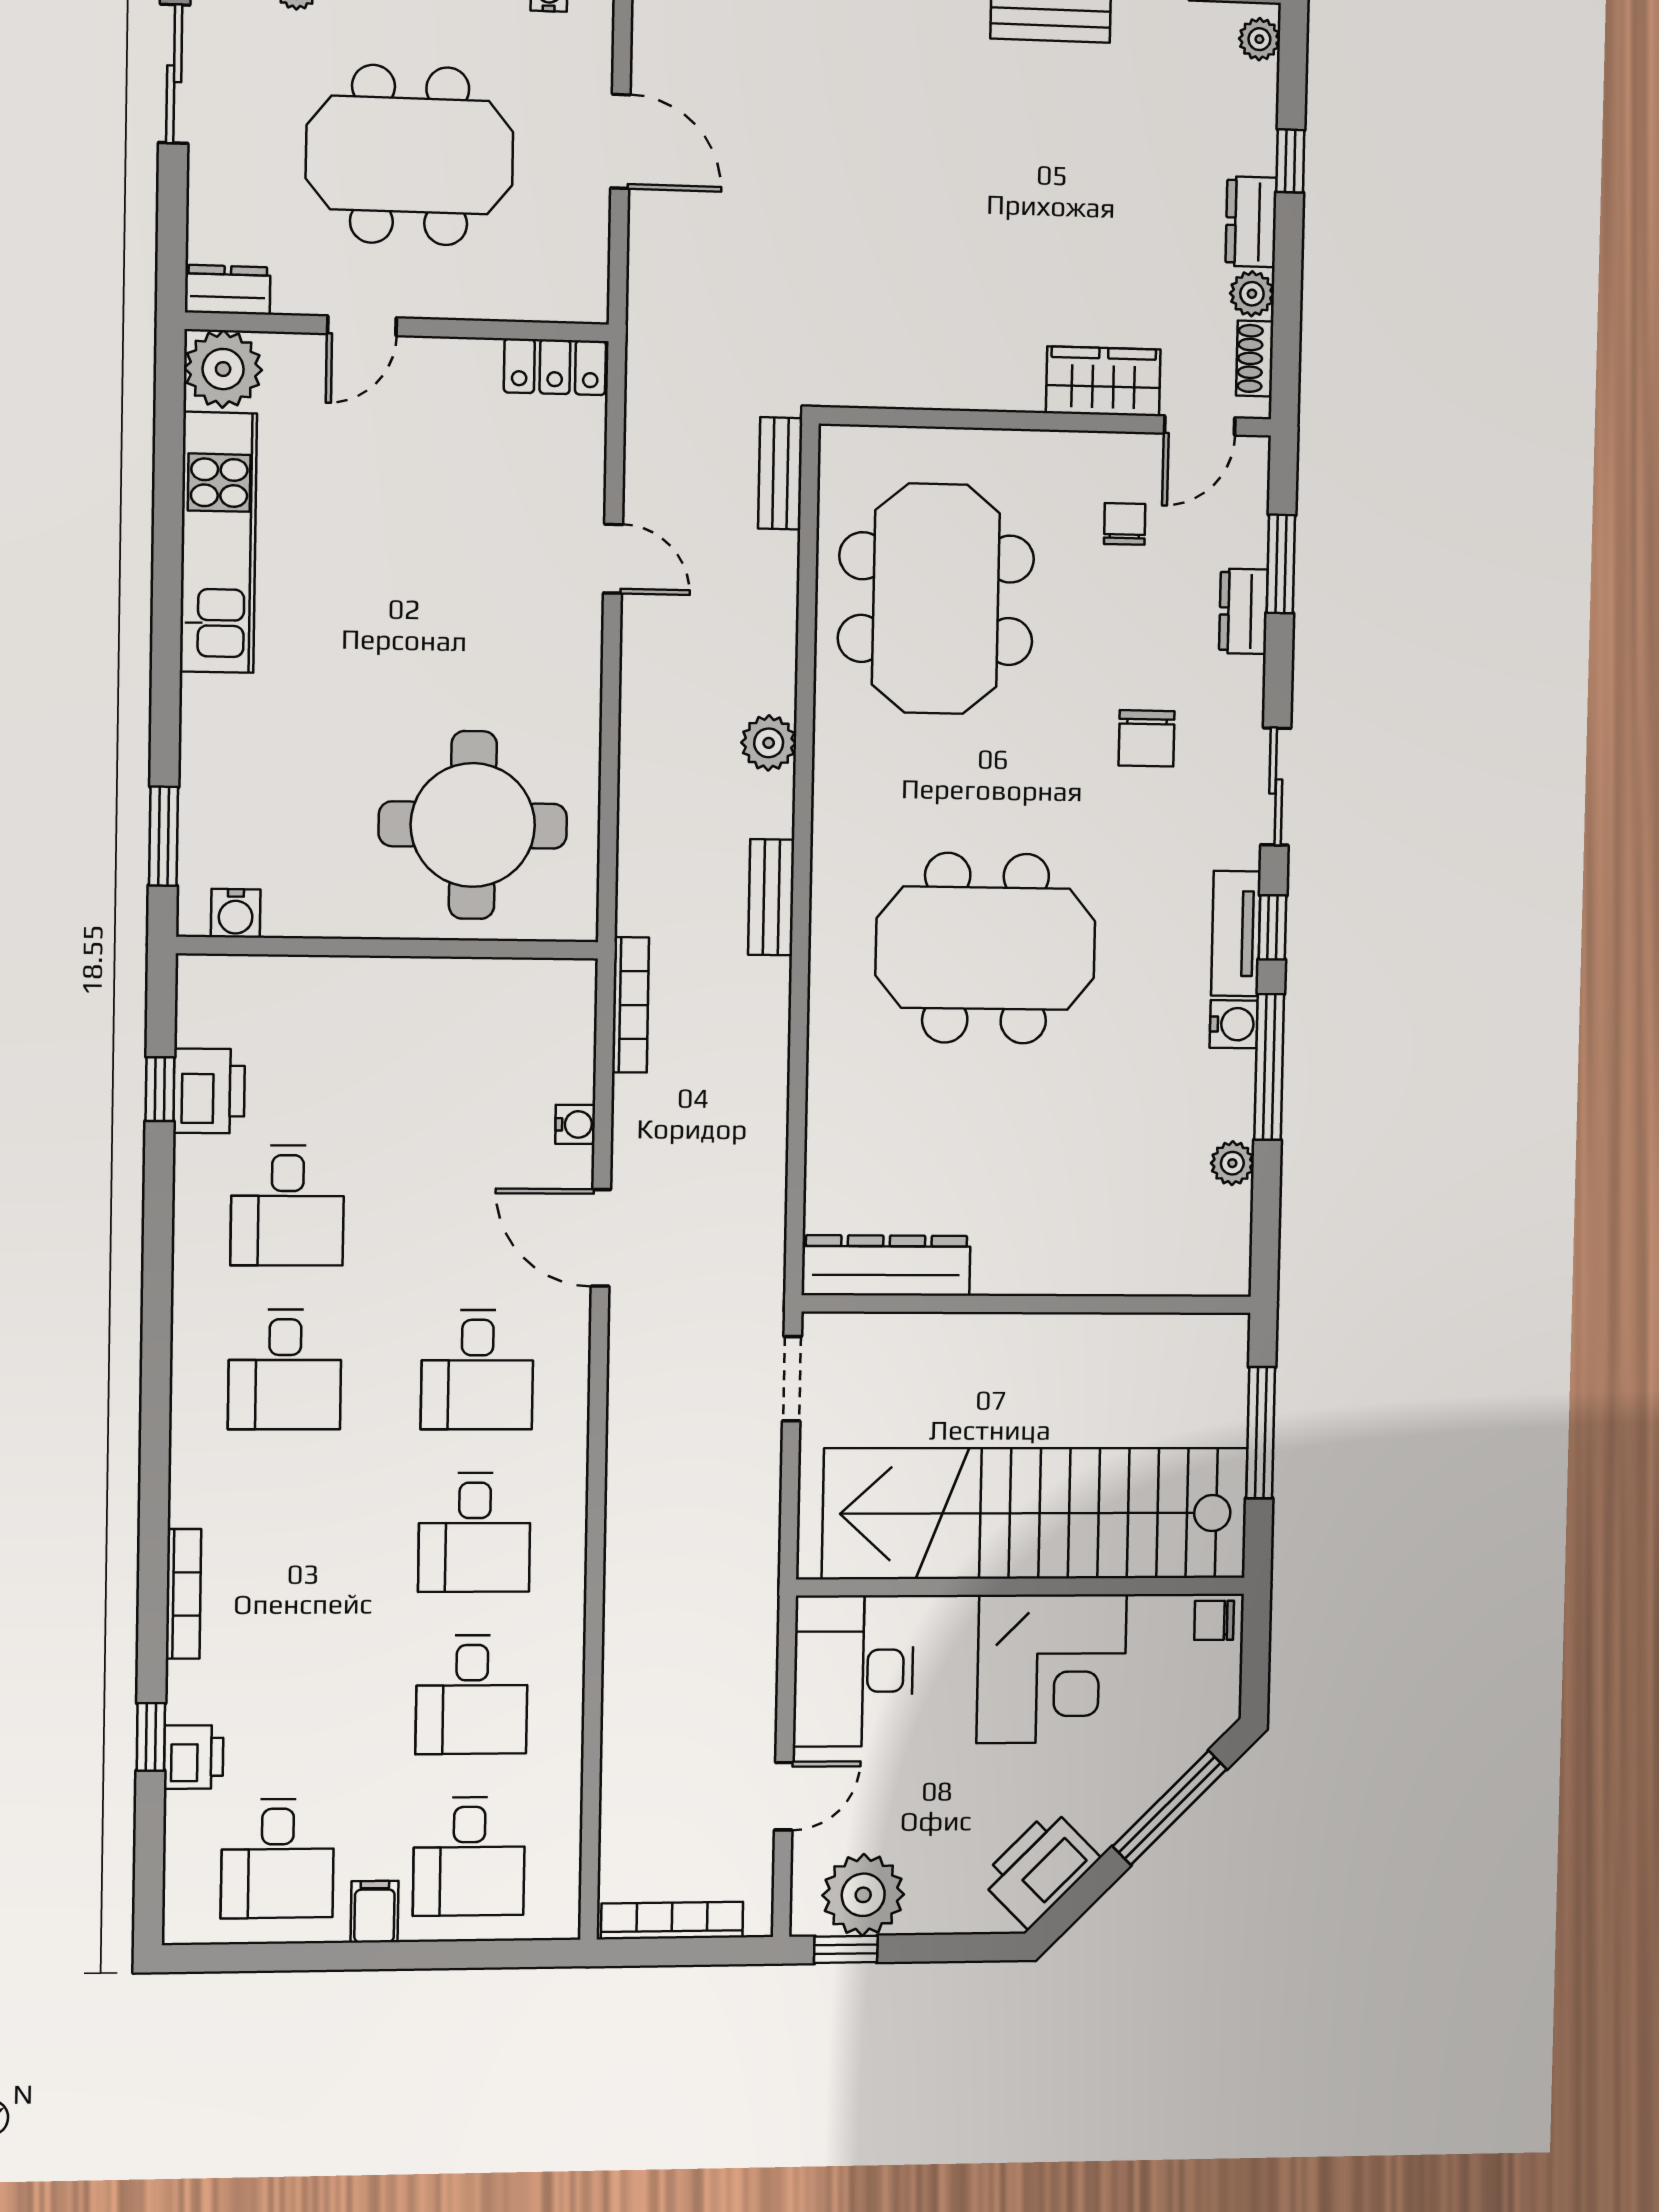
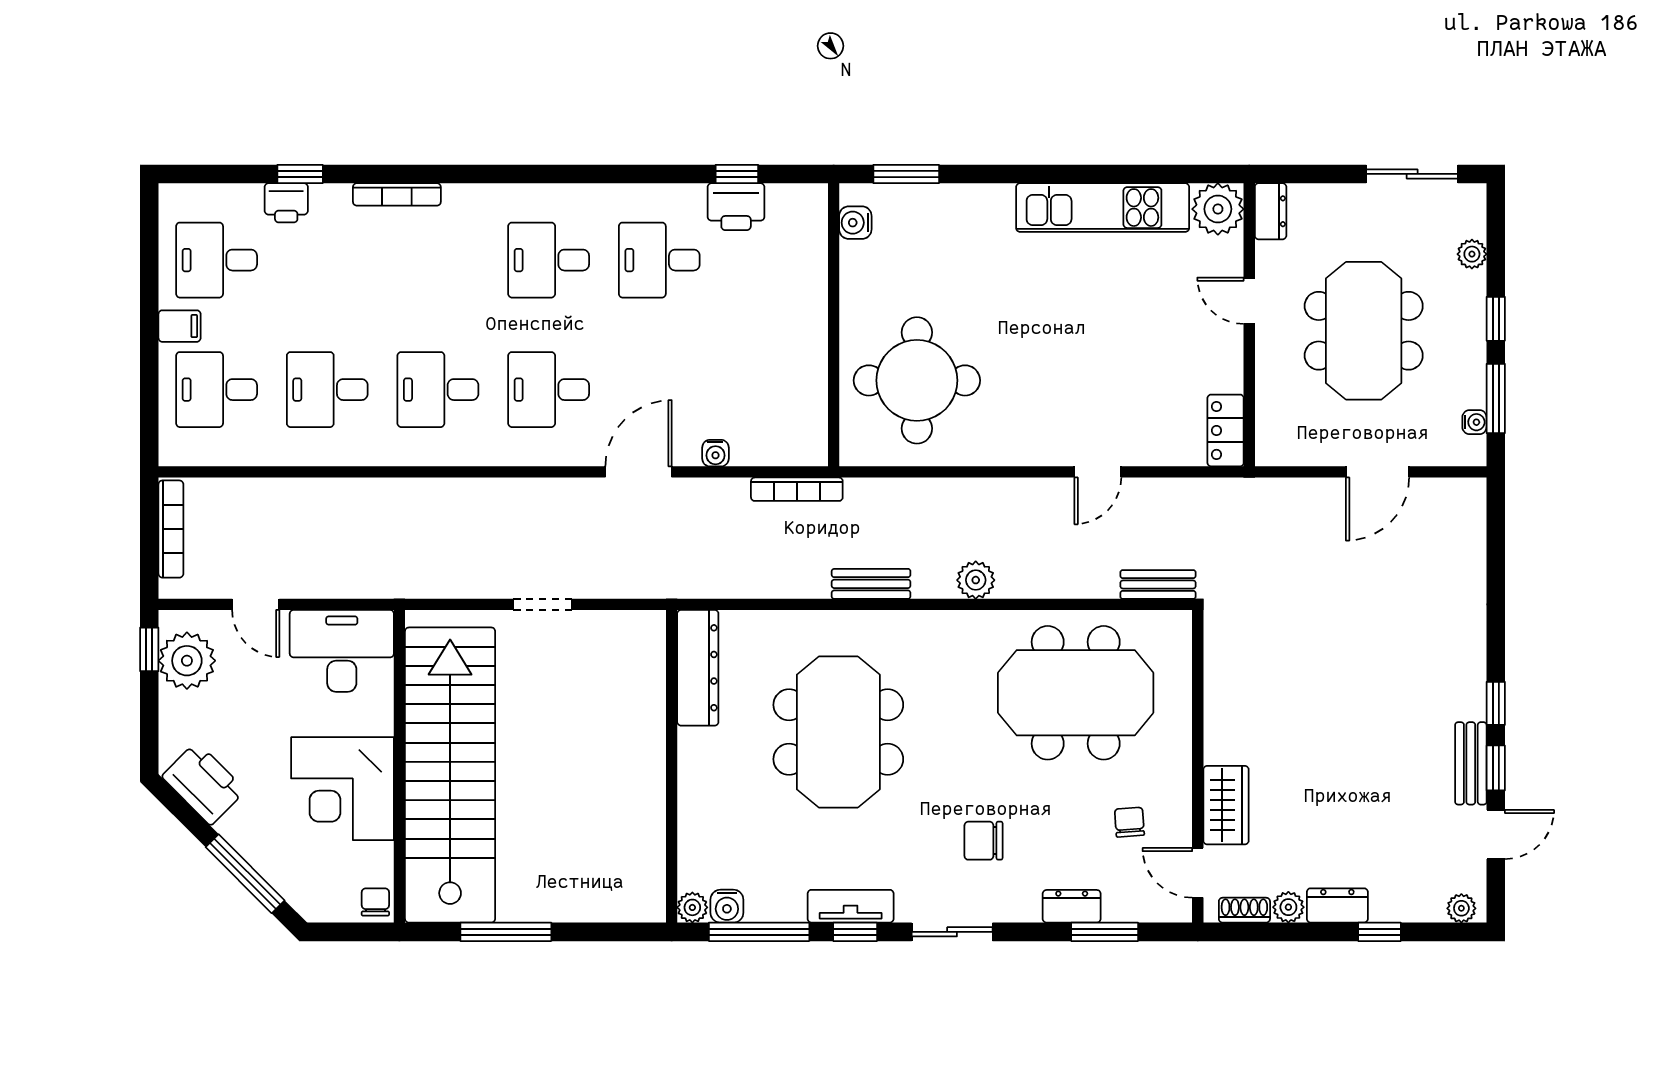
chair: (1125, 524) -> (1129, 822), turned -94
water cooler: (1234, 1024) -> (727, 906), moved
dresser: (886, 1265) -> (698, 668), moved
wall: (1027, 1304) -> (672, 766), moved

